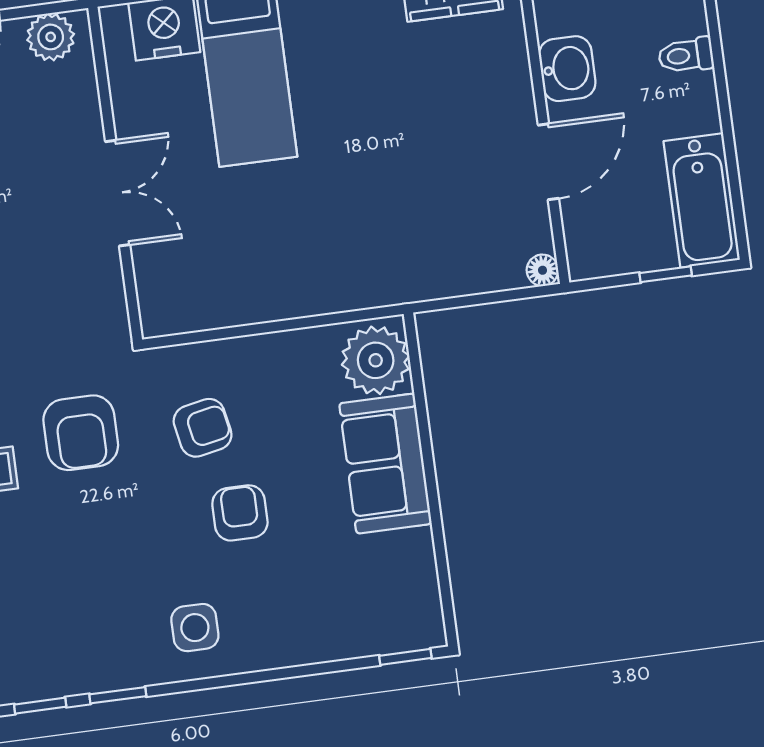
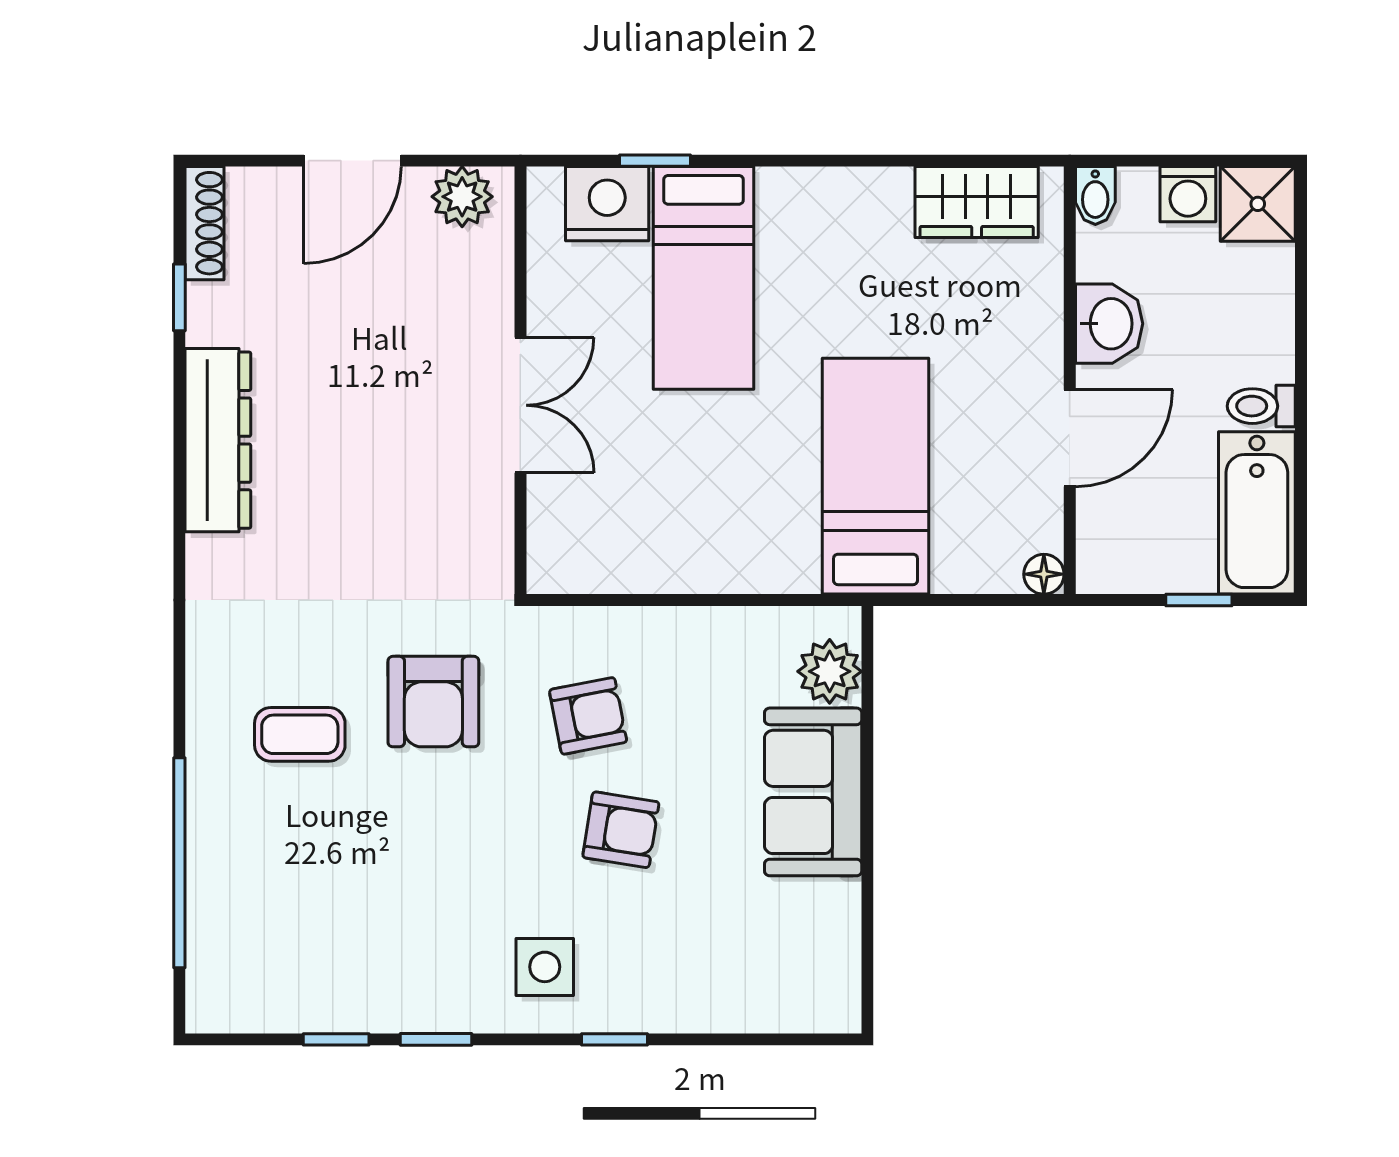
toilet: (686, 55) -> (1261, 406), moved
bed: (401, 211) -> (875, 476), added
plant: (376, 360) -> (830, 671), width x0.73, depth x0.73
armchair: (240, 513) -> (621, 830), turned 99
window: (405, 657) -> (614, 1039), moved

